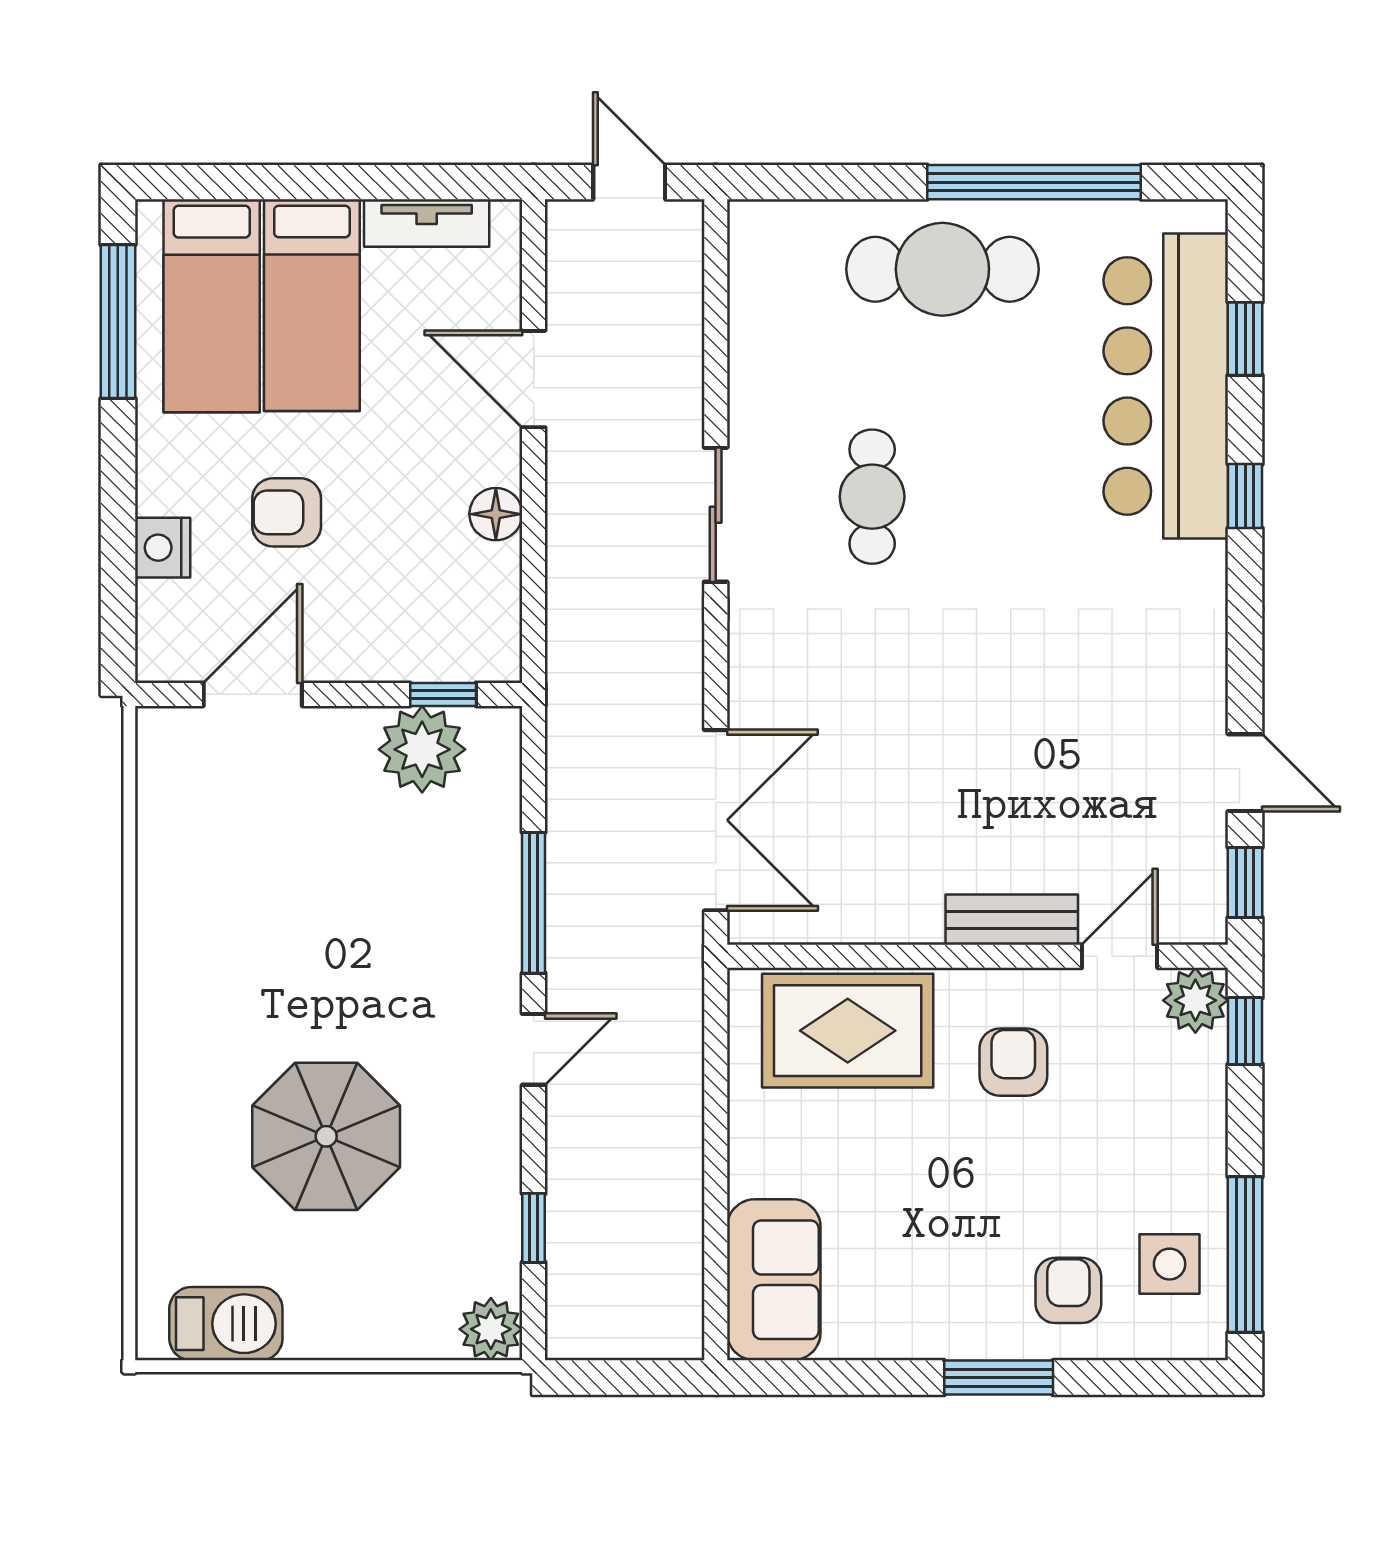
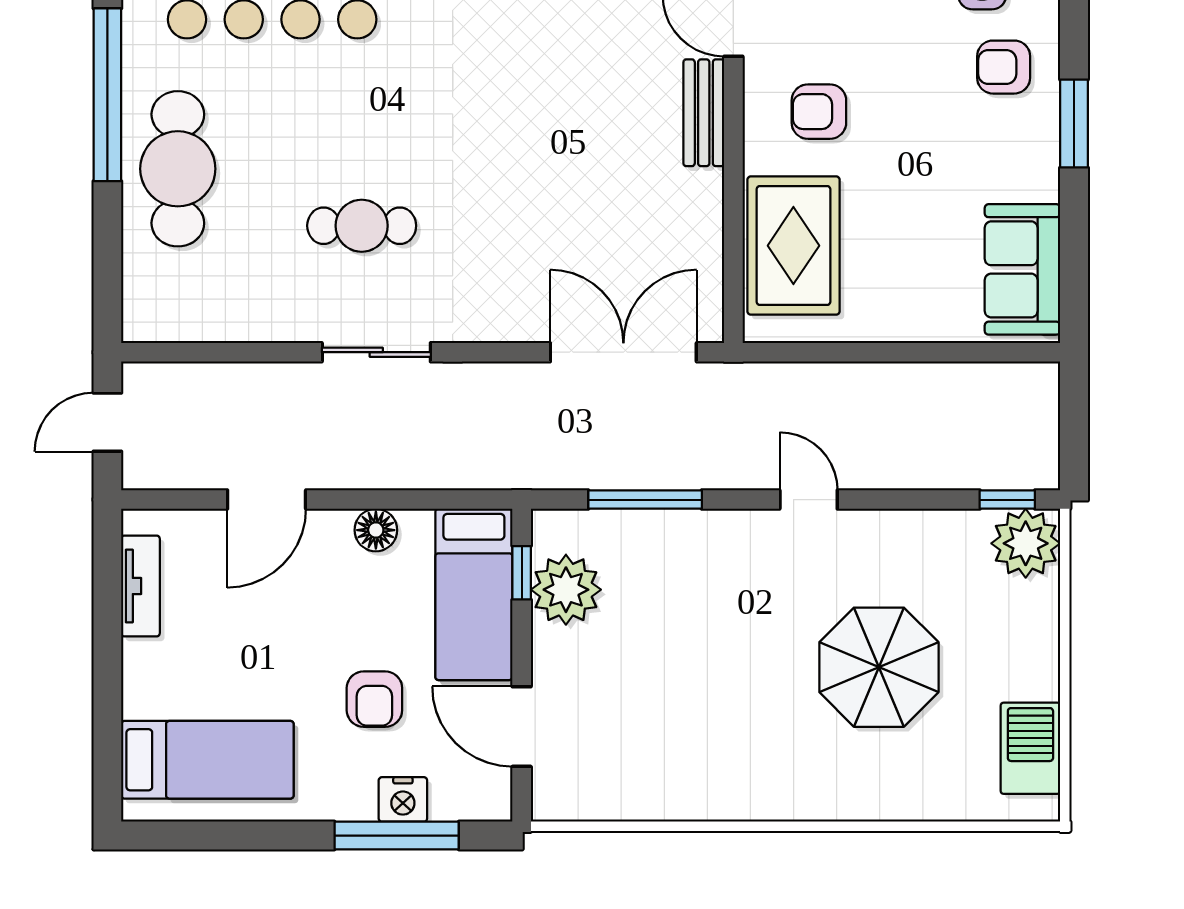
bed: (312, 305) -> (474, 594), moved, turned 90
window: (118, 322) -> (397, 836), moved
window: (534, 903) -> (645, 500), moved
window: (534, 1228) -> (1007, 500), moved
sofa: (774, 1280) -> (1022, 269), moved, turned -90
plant: (491, 1329) -> (1026, 543), width x1.36, depth x1.36

